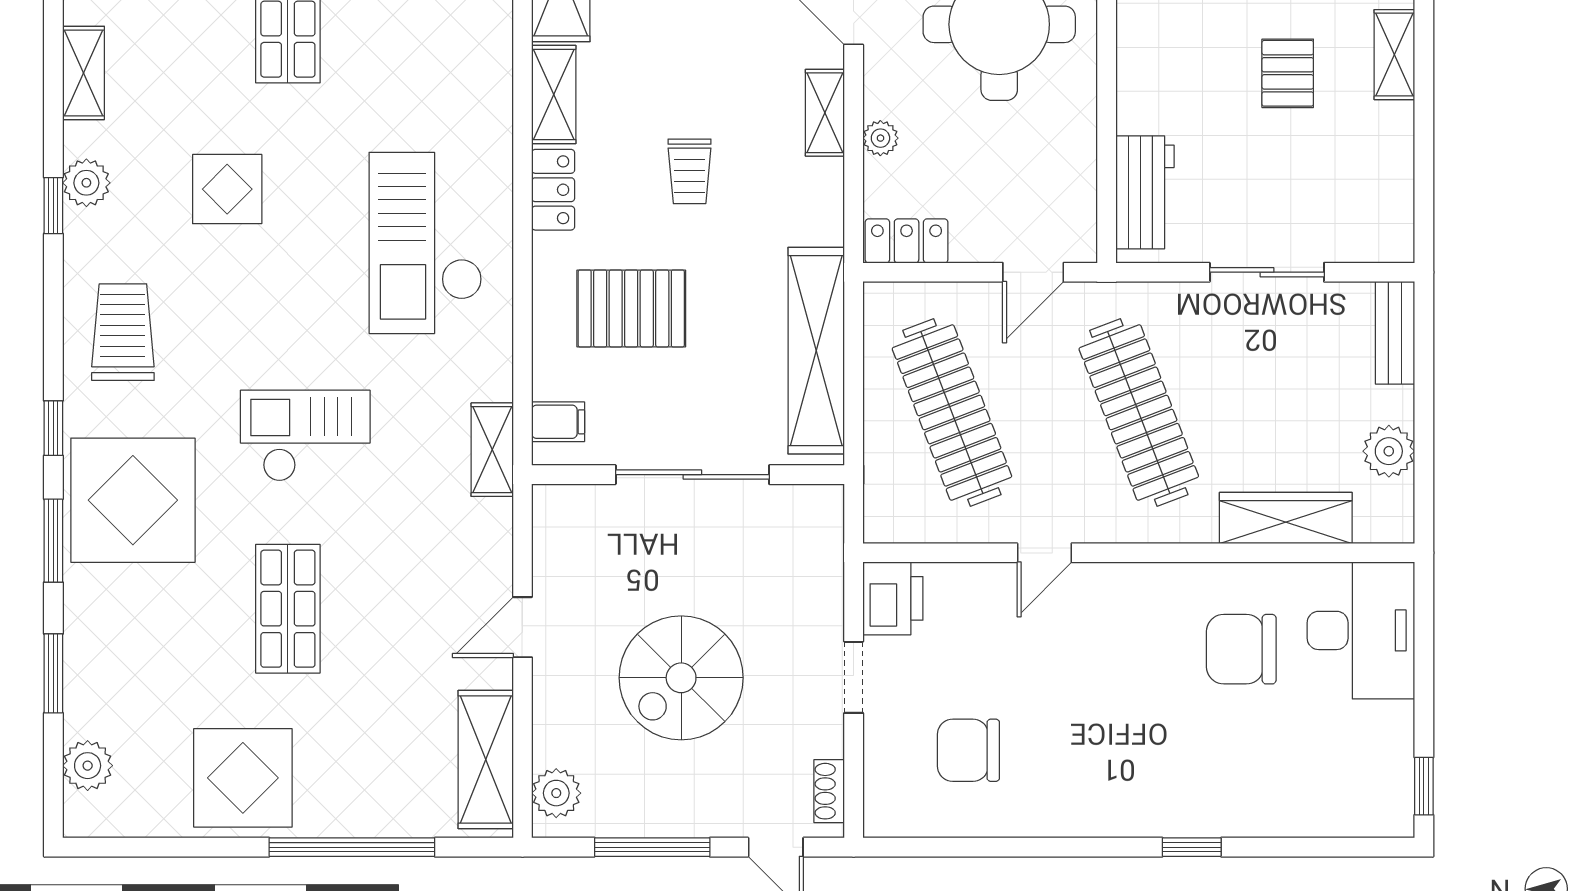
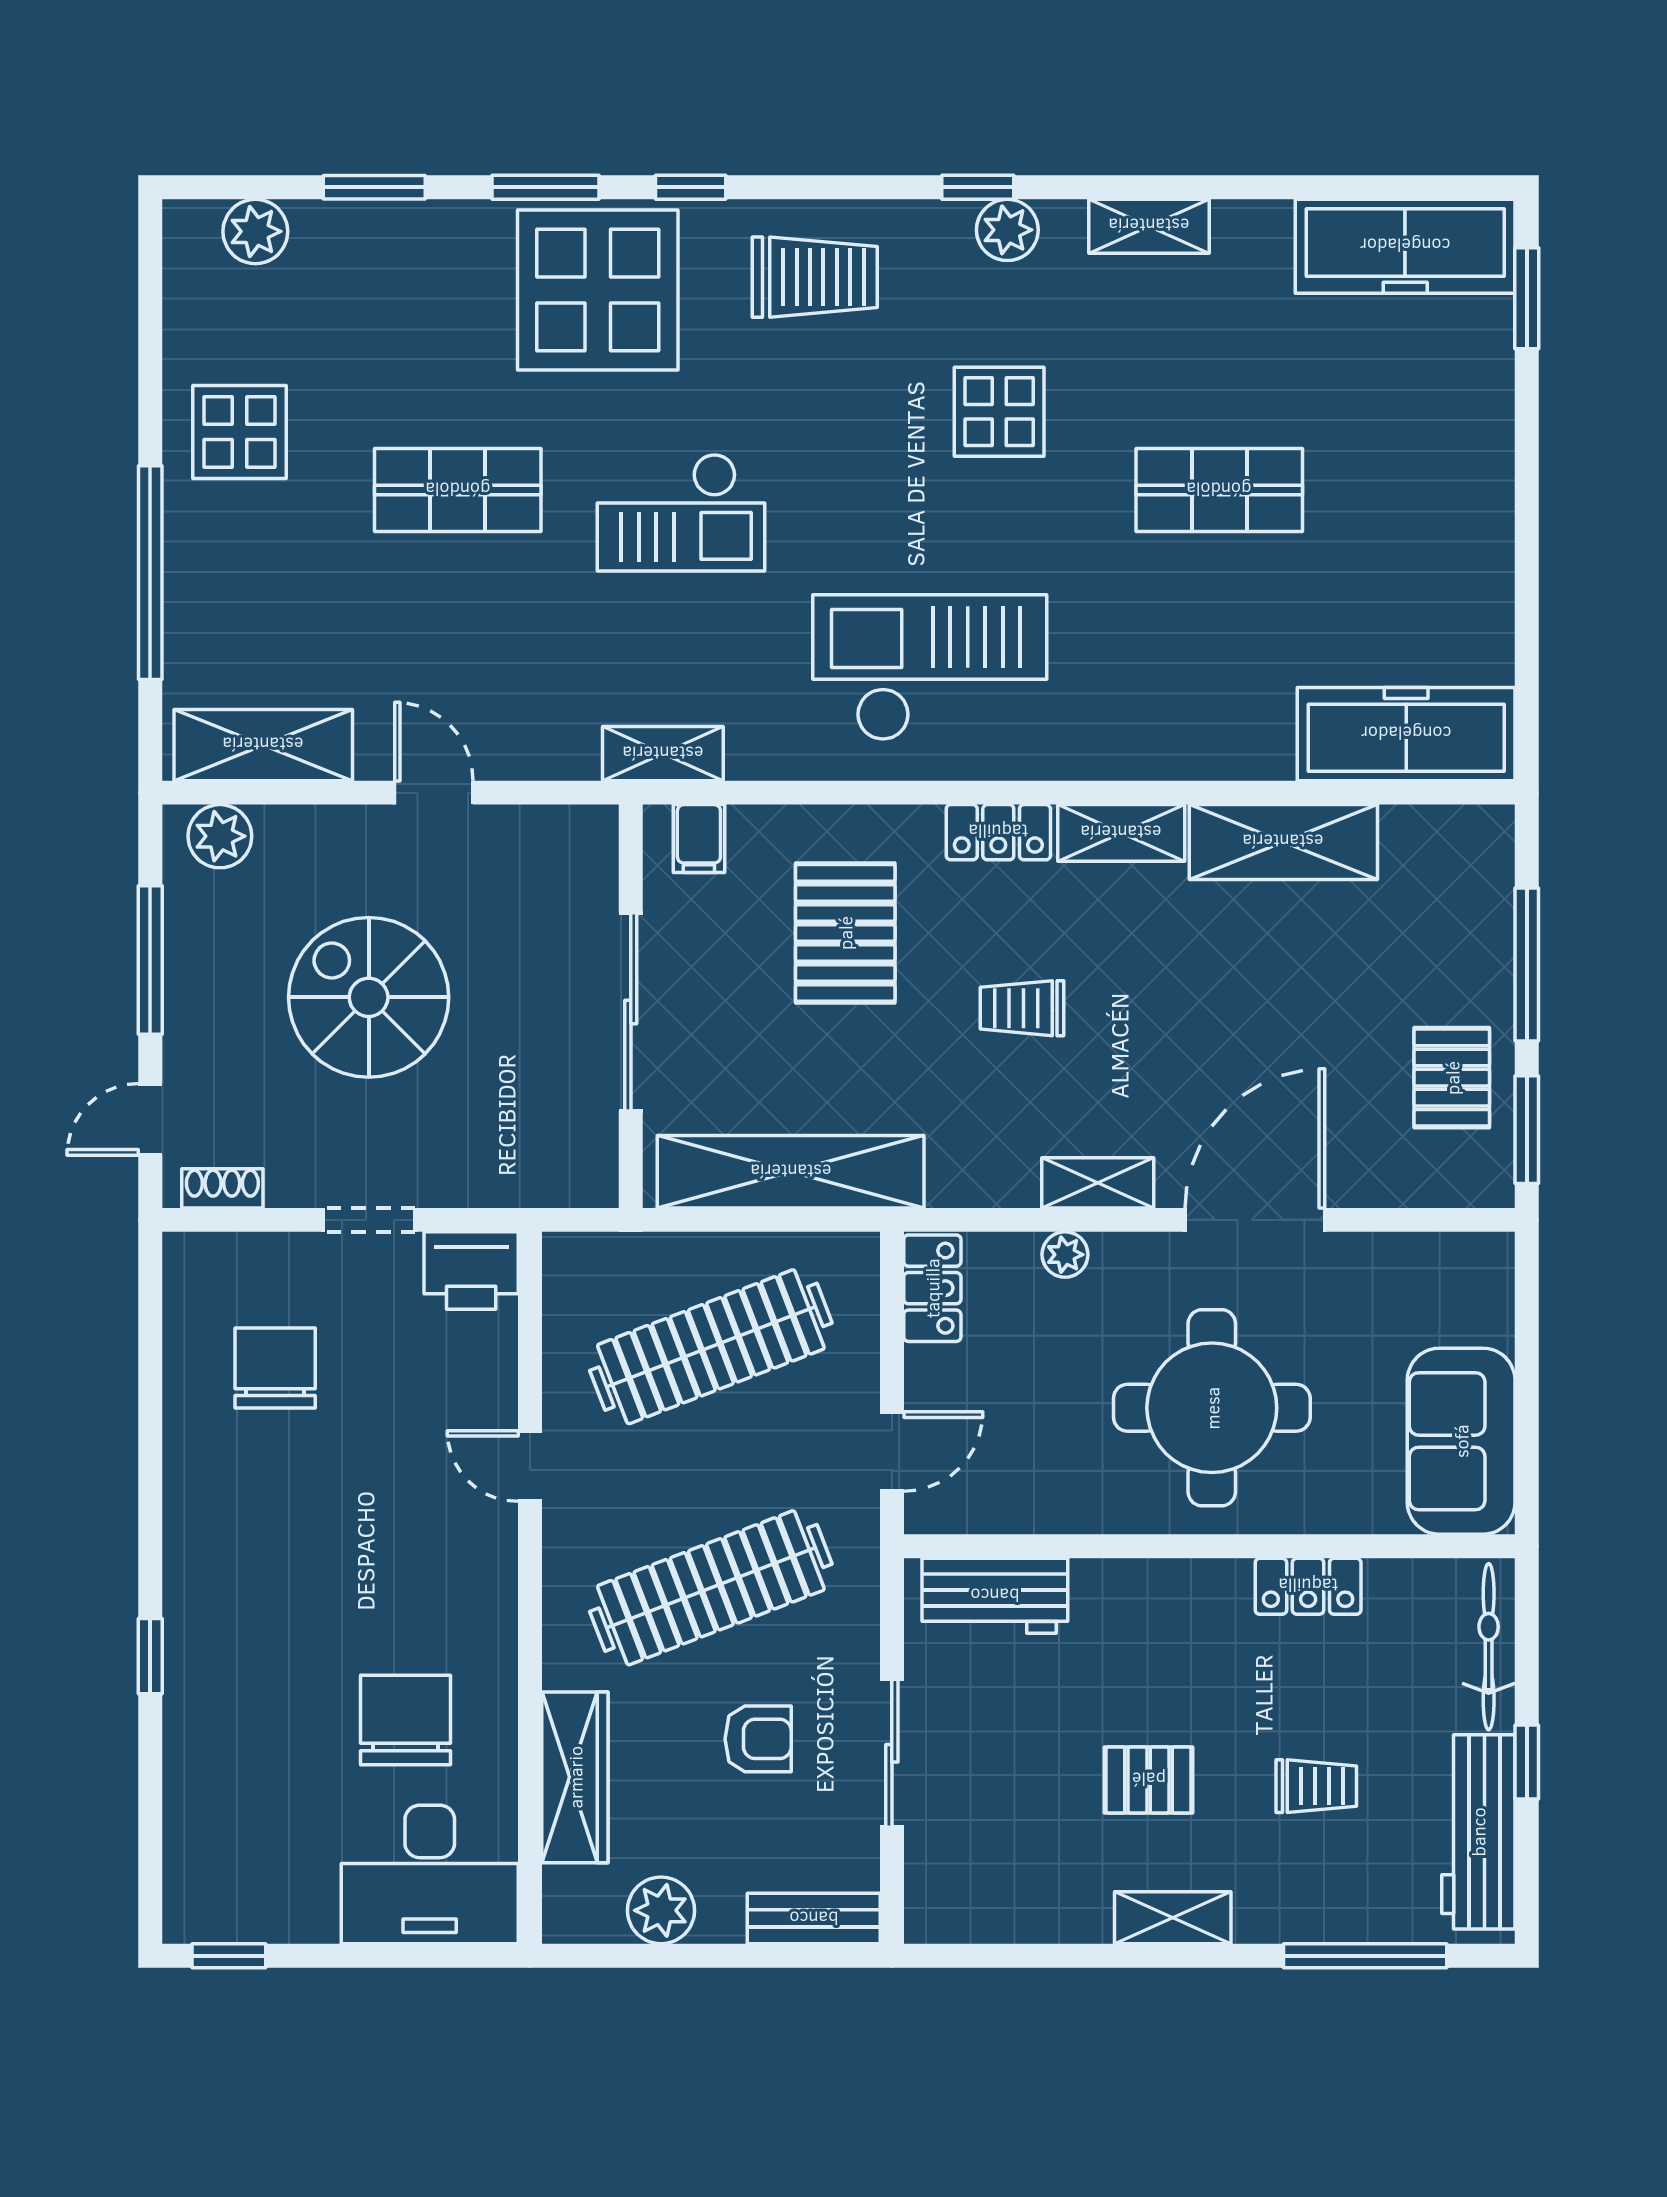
door: (1033, 272) -> (892, 1452), swing flipped
armchair: (1256, 376) -> (758, 1739), added
checkout: (305, 436) -> (681, 512), turned 90
display table: (243, 778) -> (239, 432), width x0.73, depth x0.73

